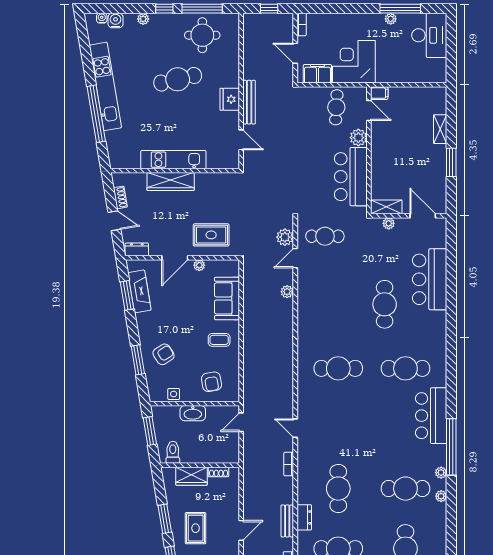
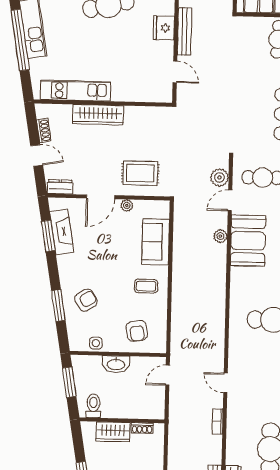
kitchen unit: (173, 160) -> (75, 91), moved
booth: (313, 295) -> (248, 241), added

